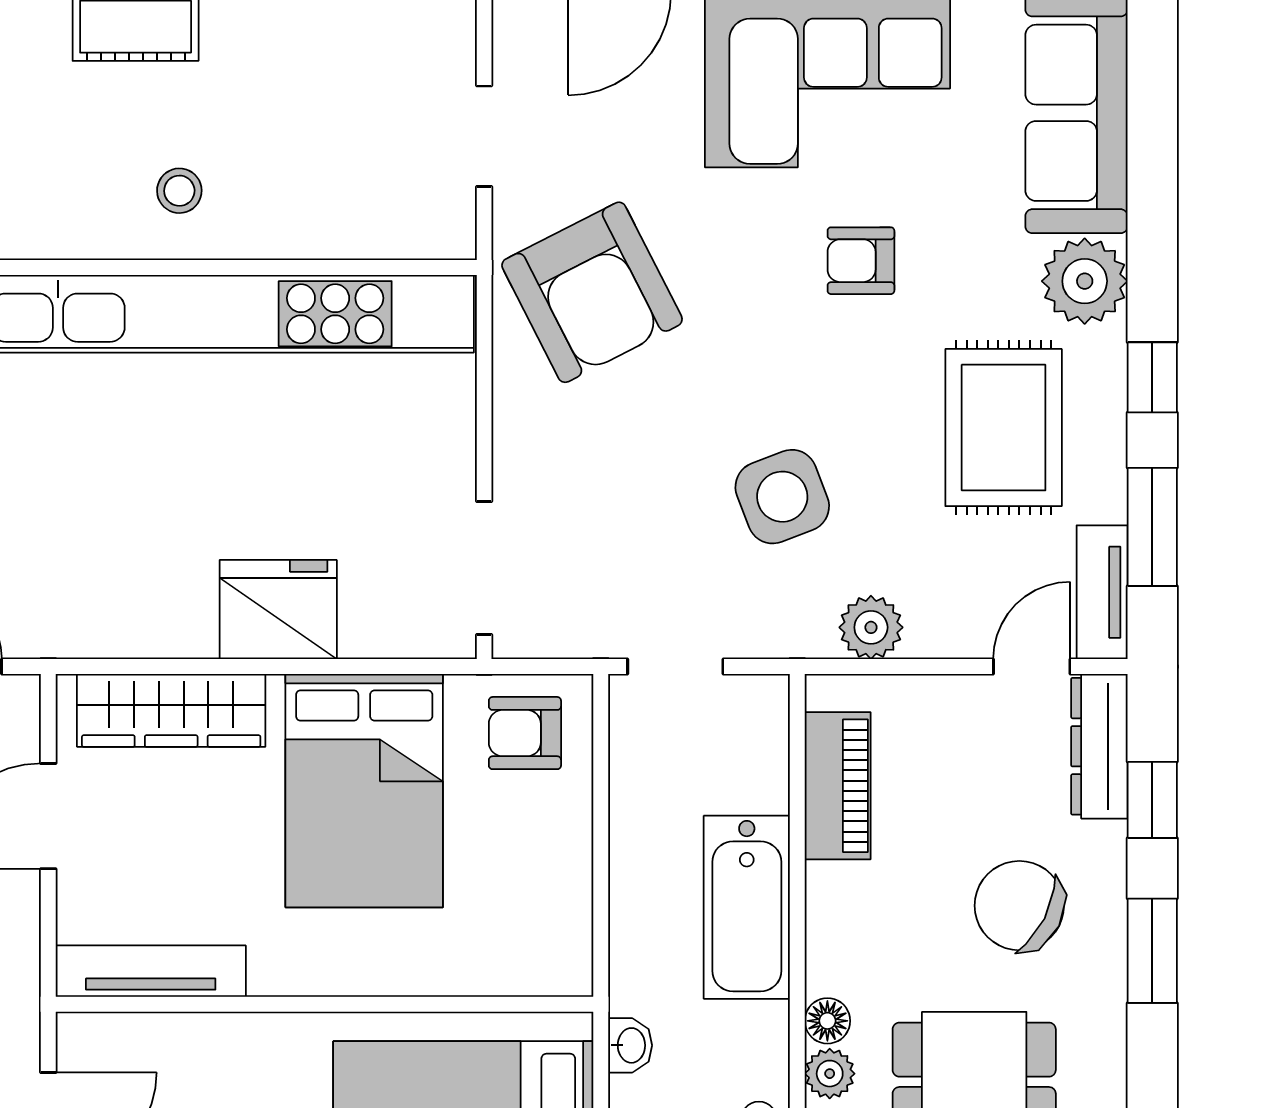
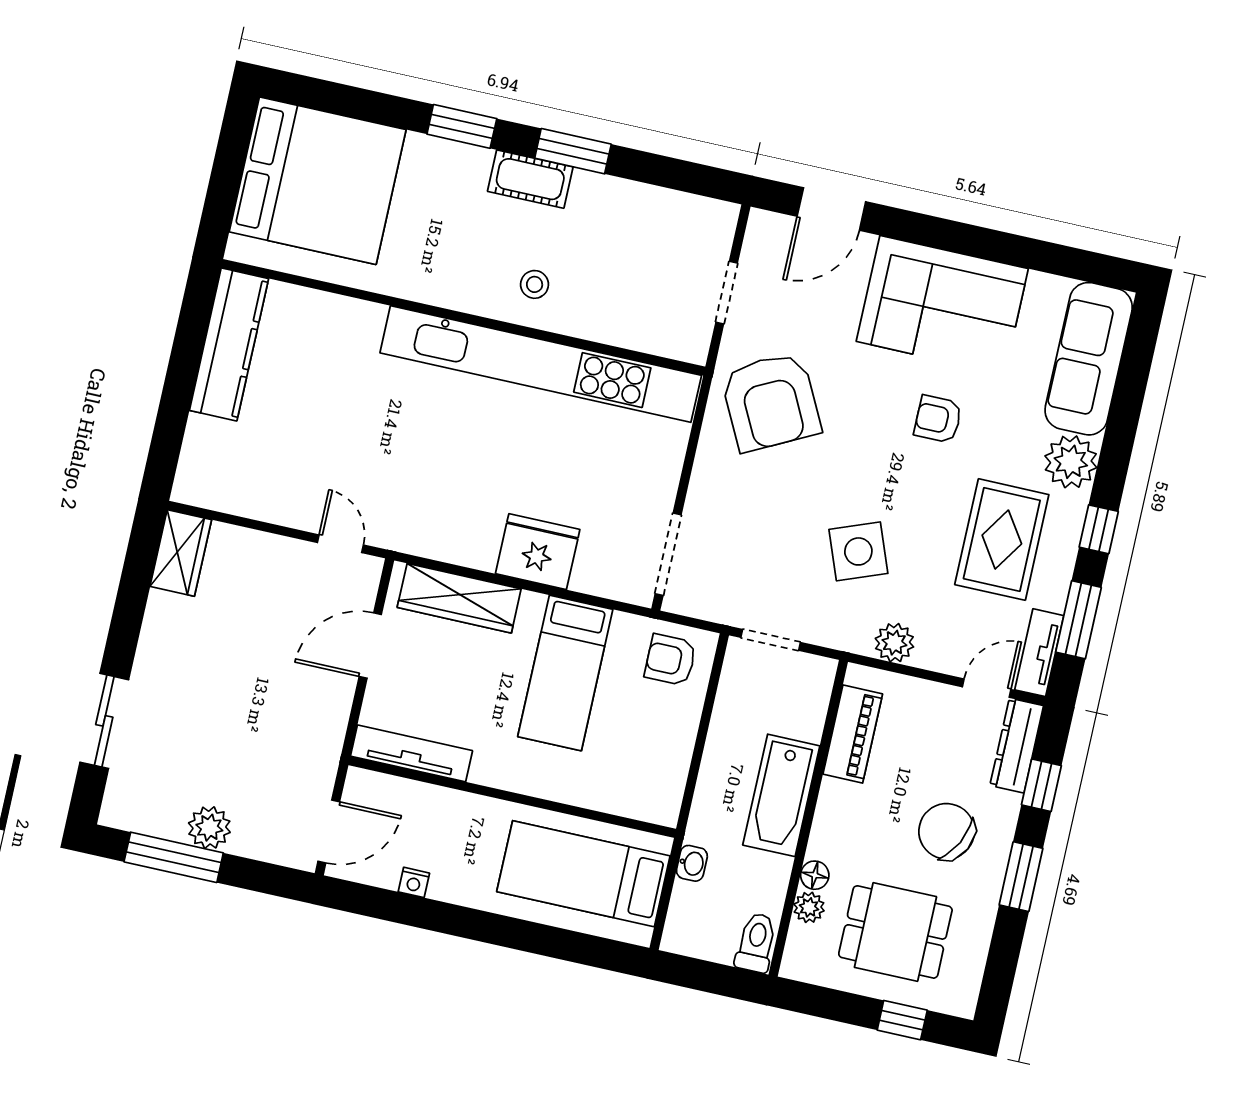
bed: (364, 791) -> (565, 673), width x0.67

